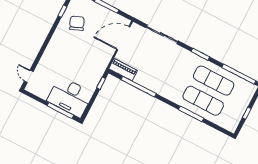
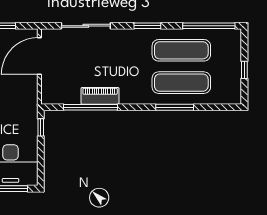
piano: (123, 70) -> (100, 96), moved

